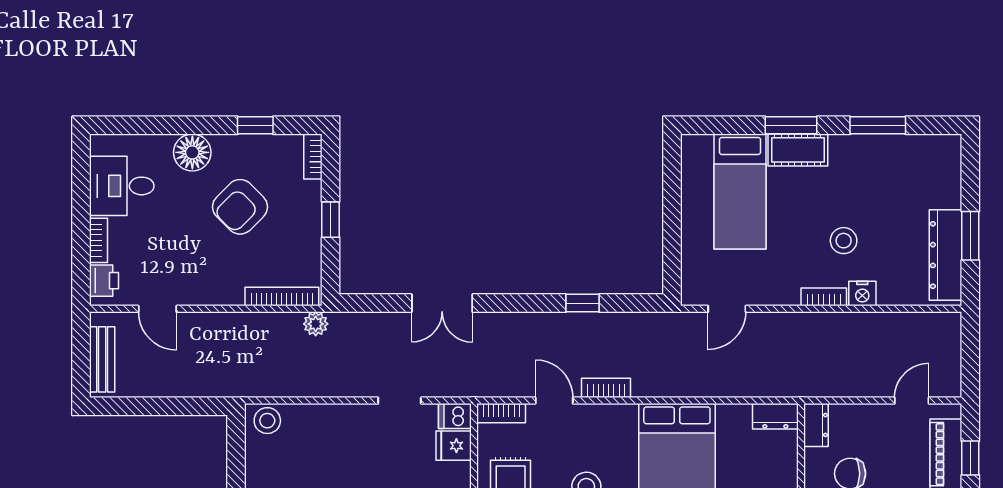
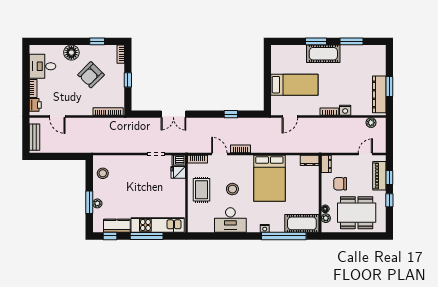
cot: (798, 150) -> (323, 54), width x1.37, depth x1.34
bed: (740, 191) -> (294, 85), moved, turned -90
stool: (844, 241) -> (338, 89), removed
plant: (316, 324) -> (371, 123), moved
stool: (267, 421) -> (103, 173), moved

